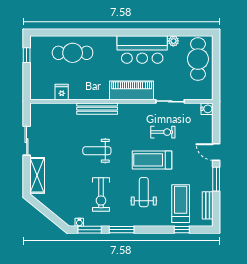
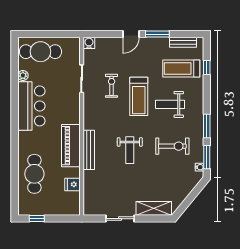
piano: (132, 90) -> (71, 146), moved

